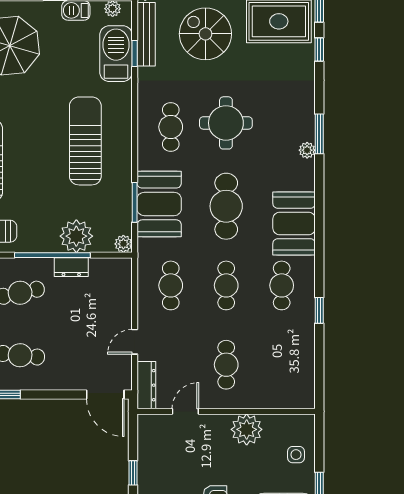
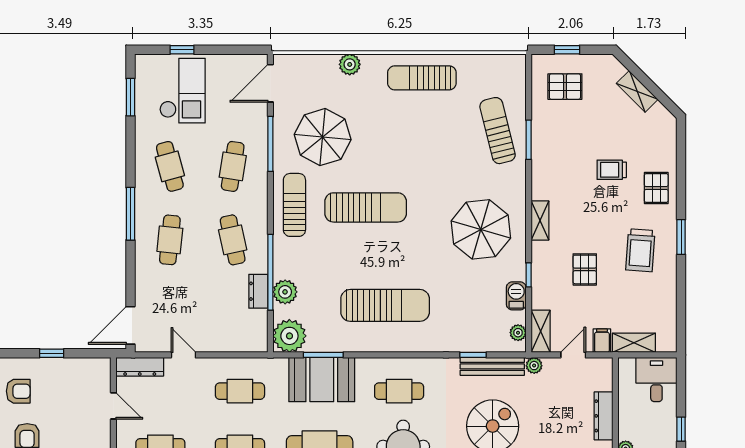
barbecue: (116, 54) -> (473, 336), removed
plant: (76, 236) -> (285, 292), width x0.73, depth x0.73
plant: (123, 244) -> (289, 336), width x1.88, depth x1.88

